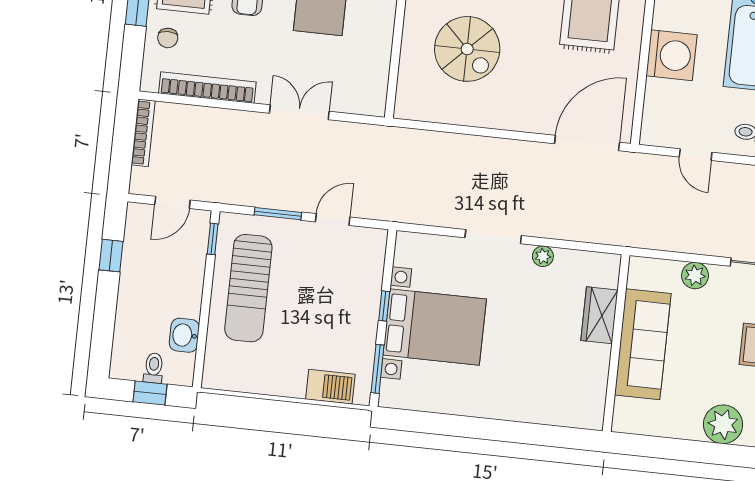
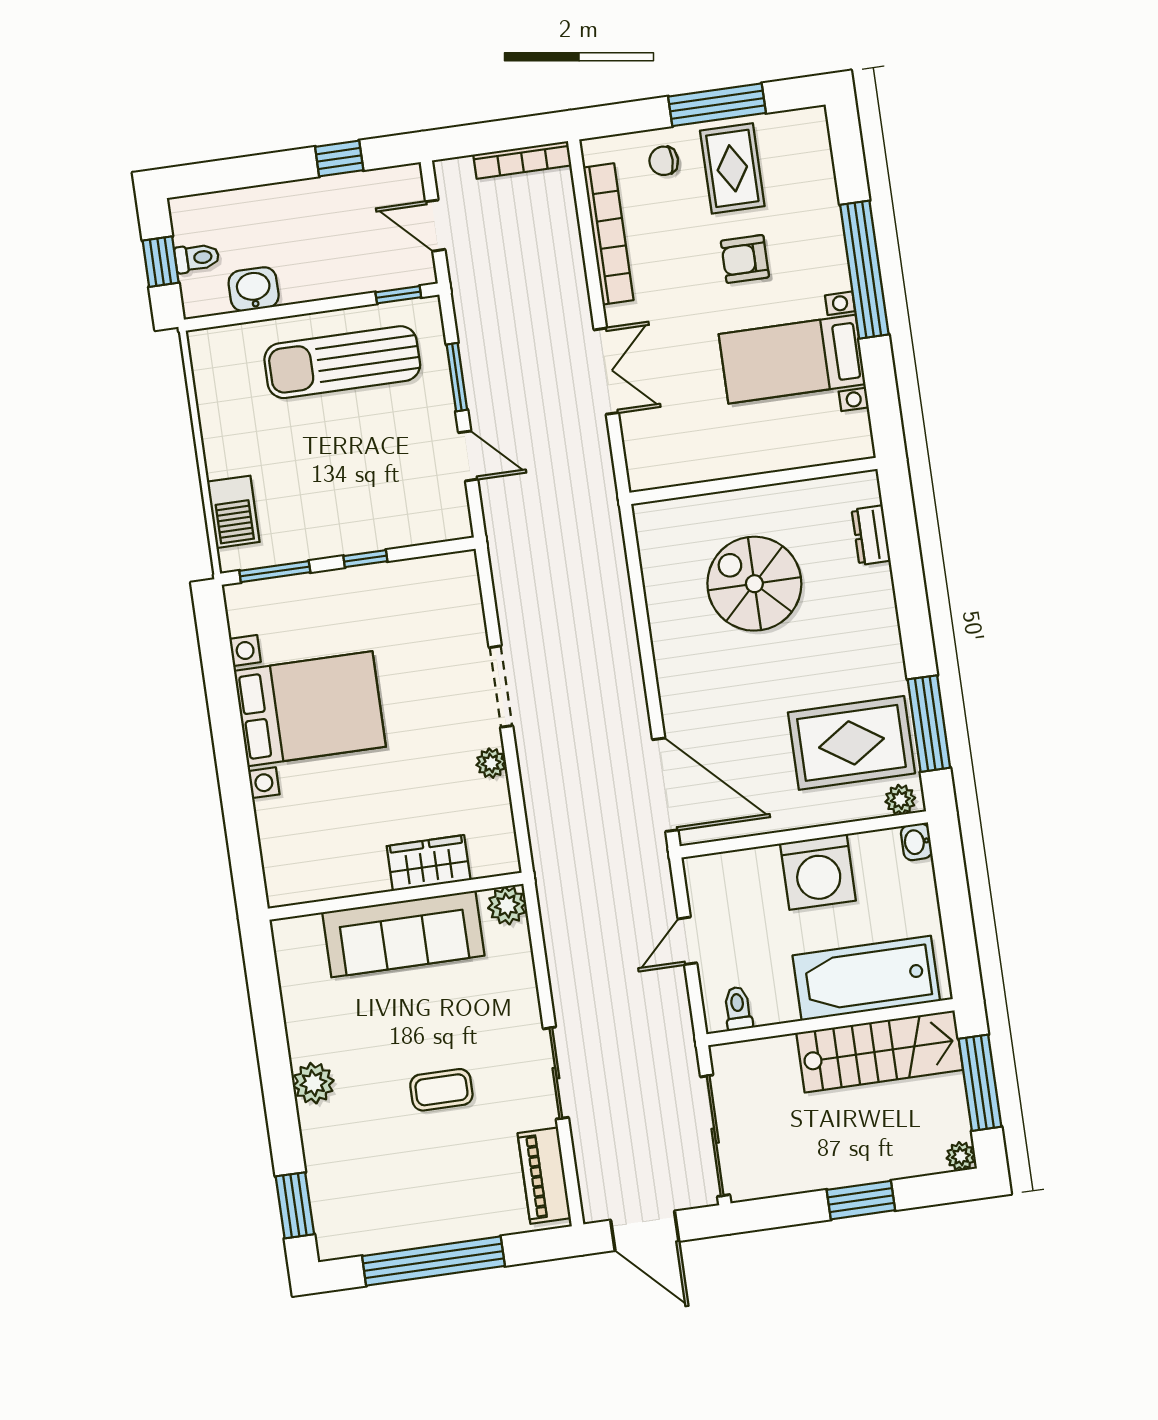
spiral stairs: (467, 49) -> (754, 584), turned 90
plant: (695, 276) -> (507, 905), moved
bed with nightstands: (435, 327) -> (310, 709), moved, turned -90
plant: (723, 424) -> (313, 1083), width x0.73, depth x0.73

